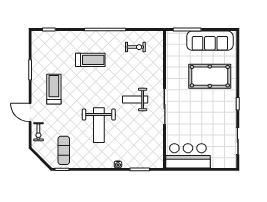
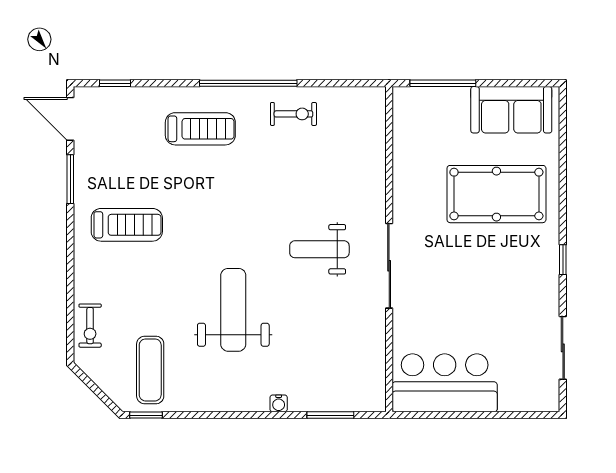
sofa: (210, 41) -> (511, 110), width x0.73
exercise bike: (135, 47) -> (293, 114), moved
treadmill: (90, 60) -> (200, 129), moved
treadmill: (54, 89) -> (127, 225), turned 90
door: (30, 112) -> (70, 119), moved
weight bench: (99, 125) -> (233, 310), turned 180

